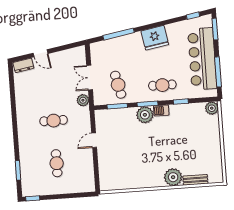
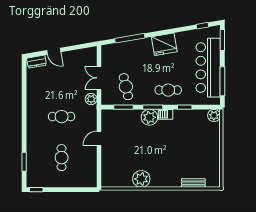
plant: (173, 177) -> (141, 179), moved

